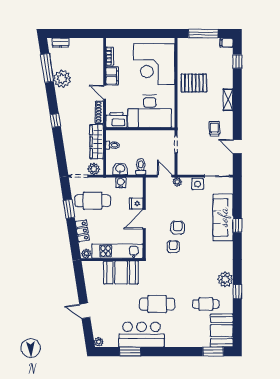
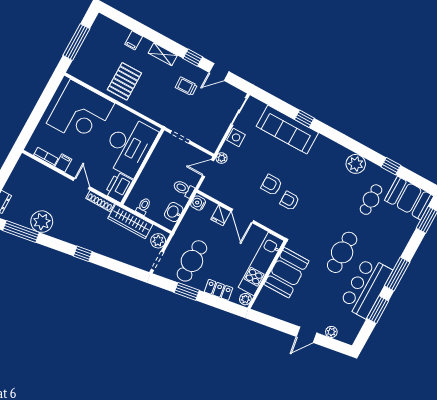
filing cabinet: (227, 43) -> (134, 40), moved
window: (237, 61) -> (193, 58), moved
filing cabinet: (112, 76) -> (63, 163), width x0.50
door: (105, 92) -> (81, 183), swing flipped
water cooler: (121, 183) -> (198, 203), moved
window: (237, 292) -> (391, 166), moved
plant: (99, 342) -> (331, 332), moved
window: (163, 352) -> (397, 274), added

